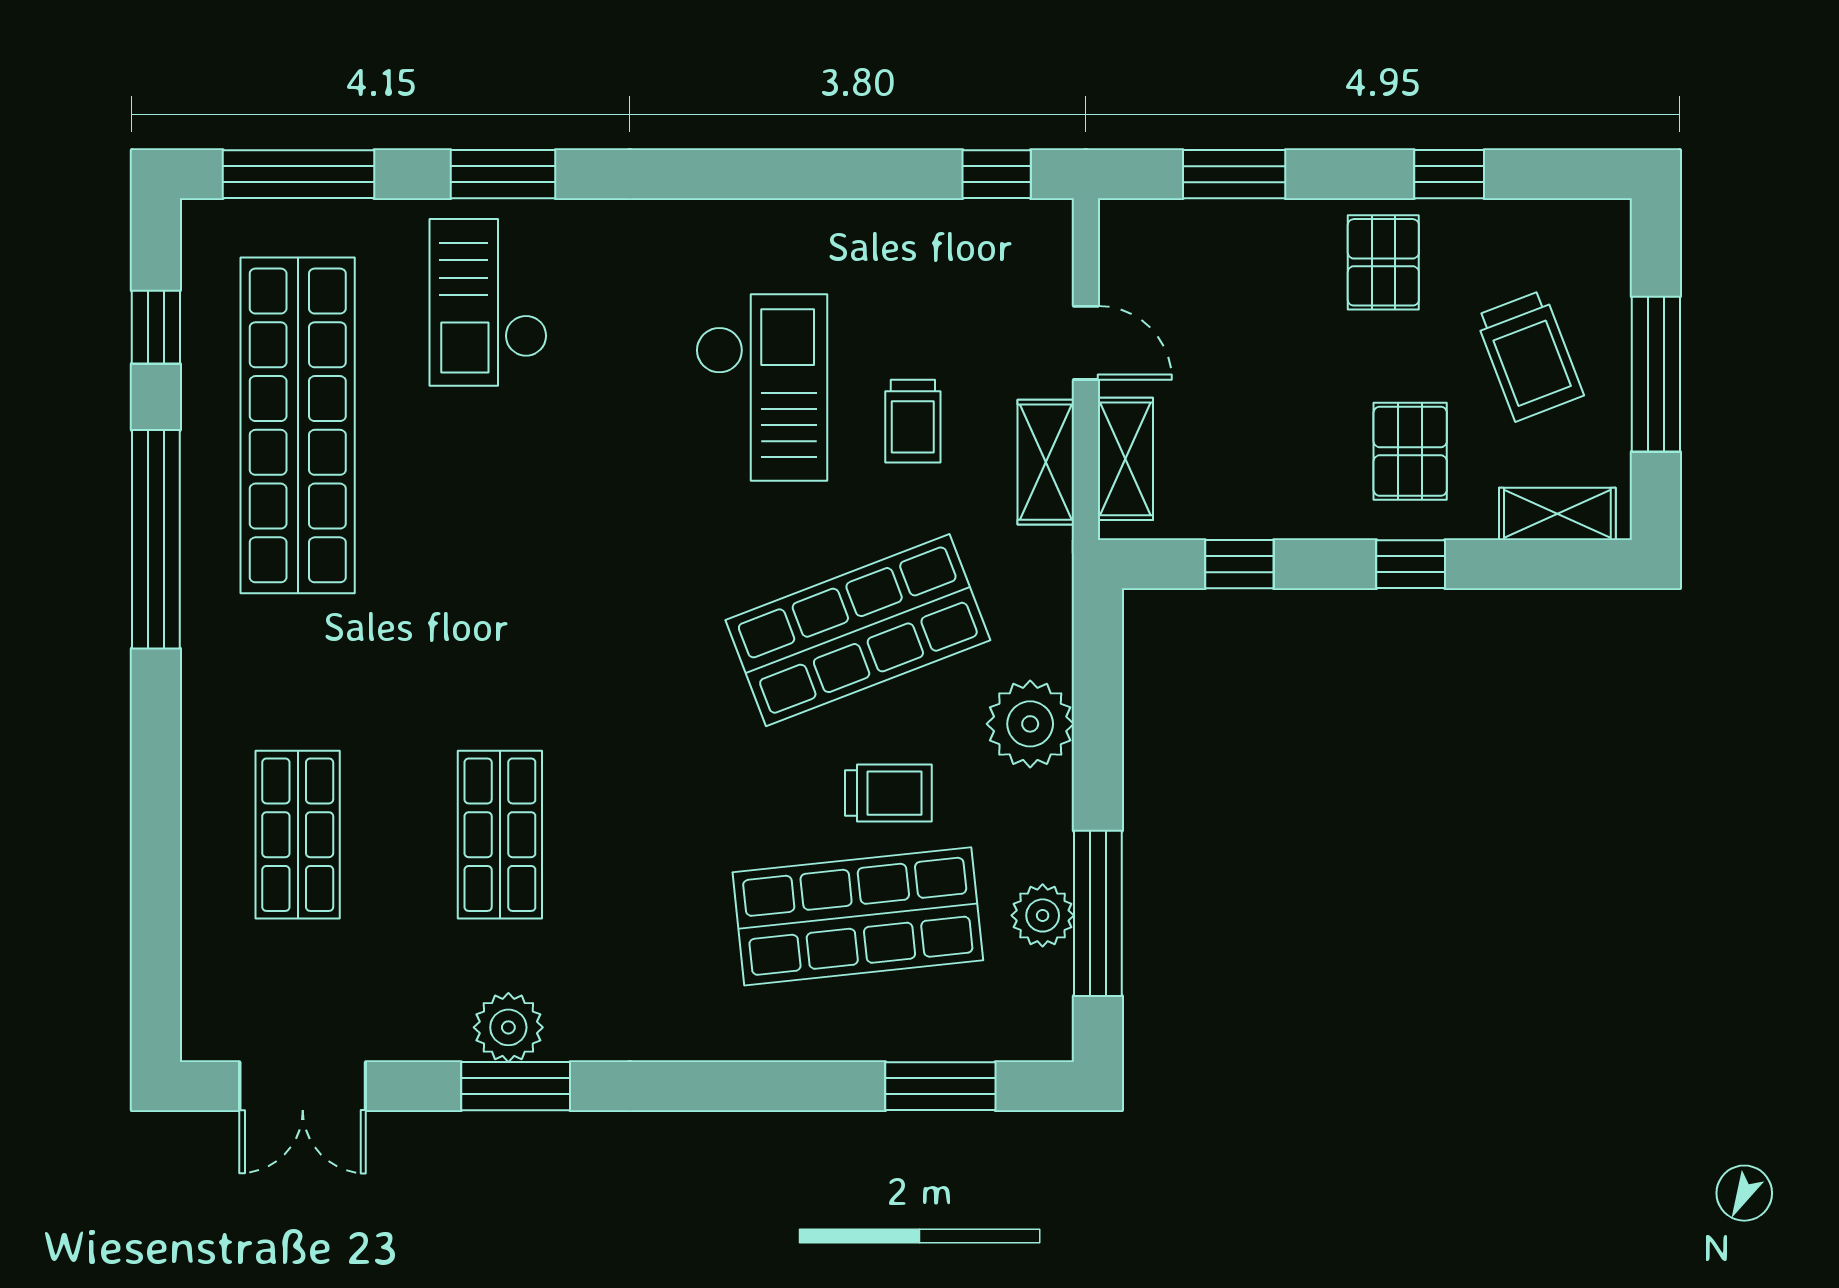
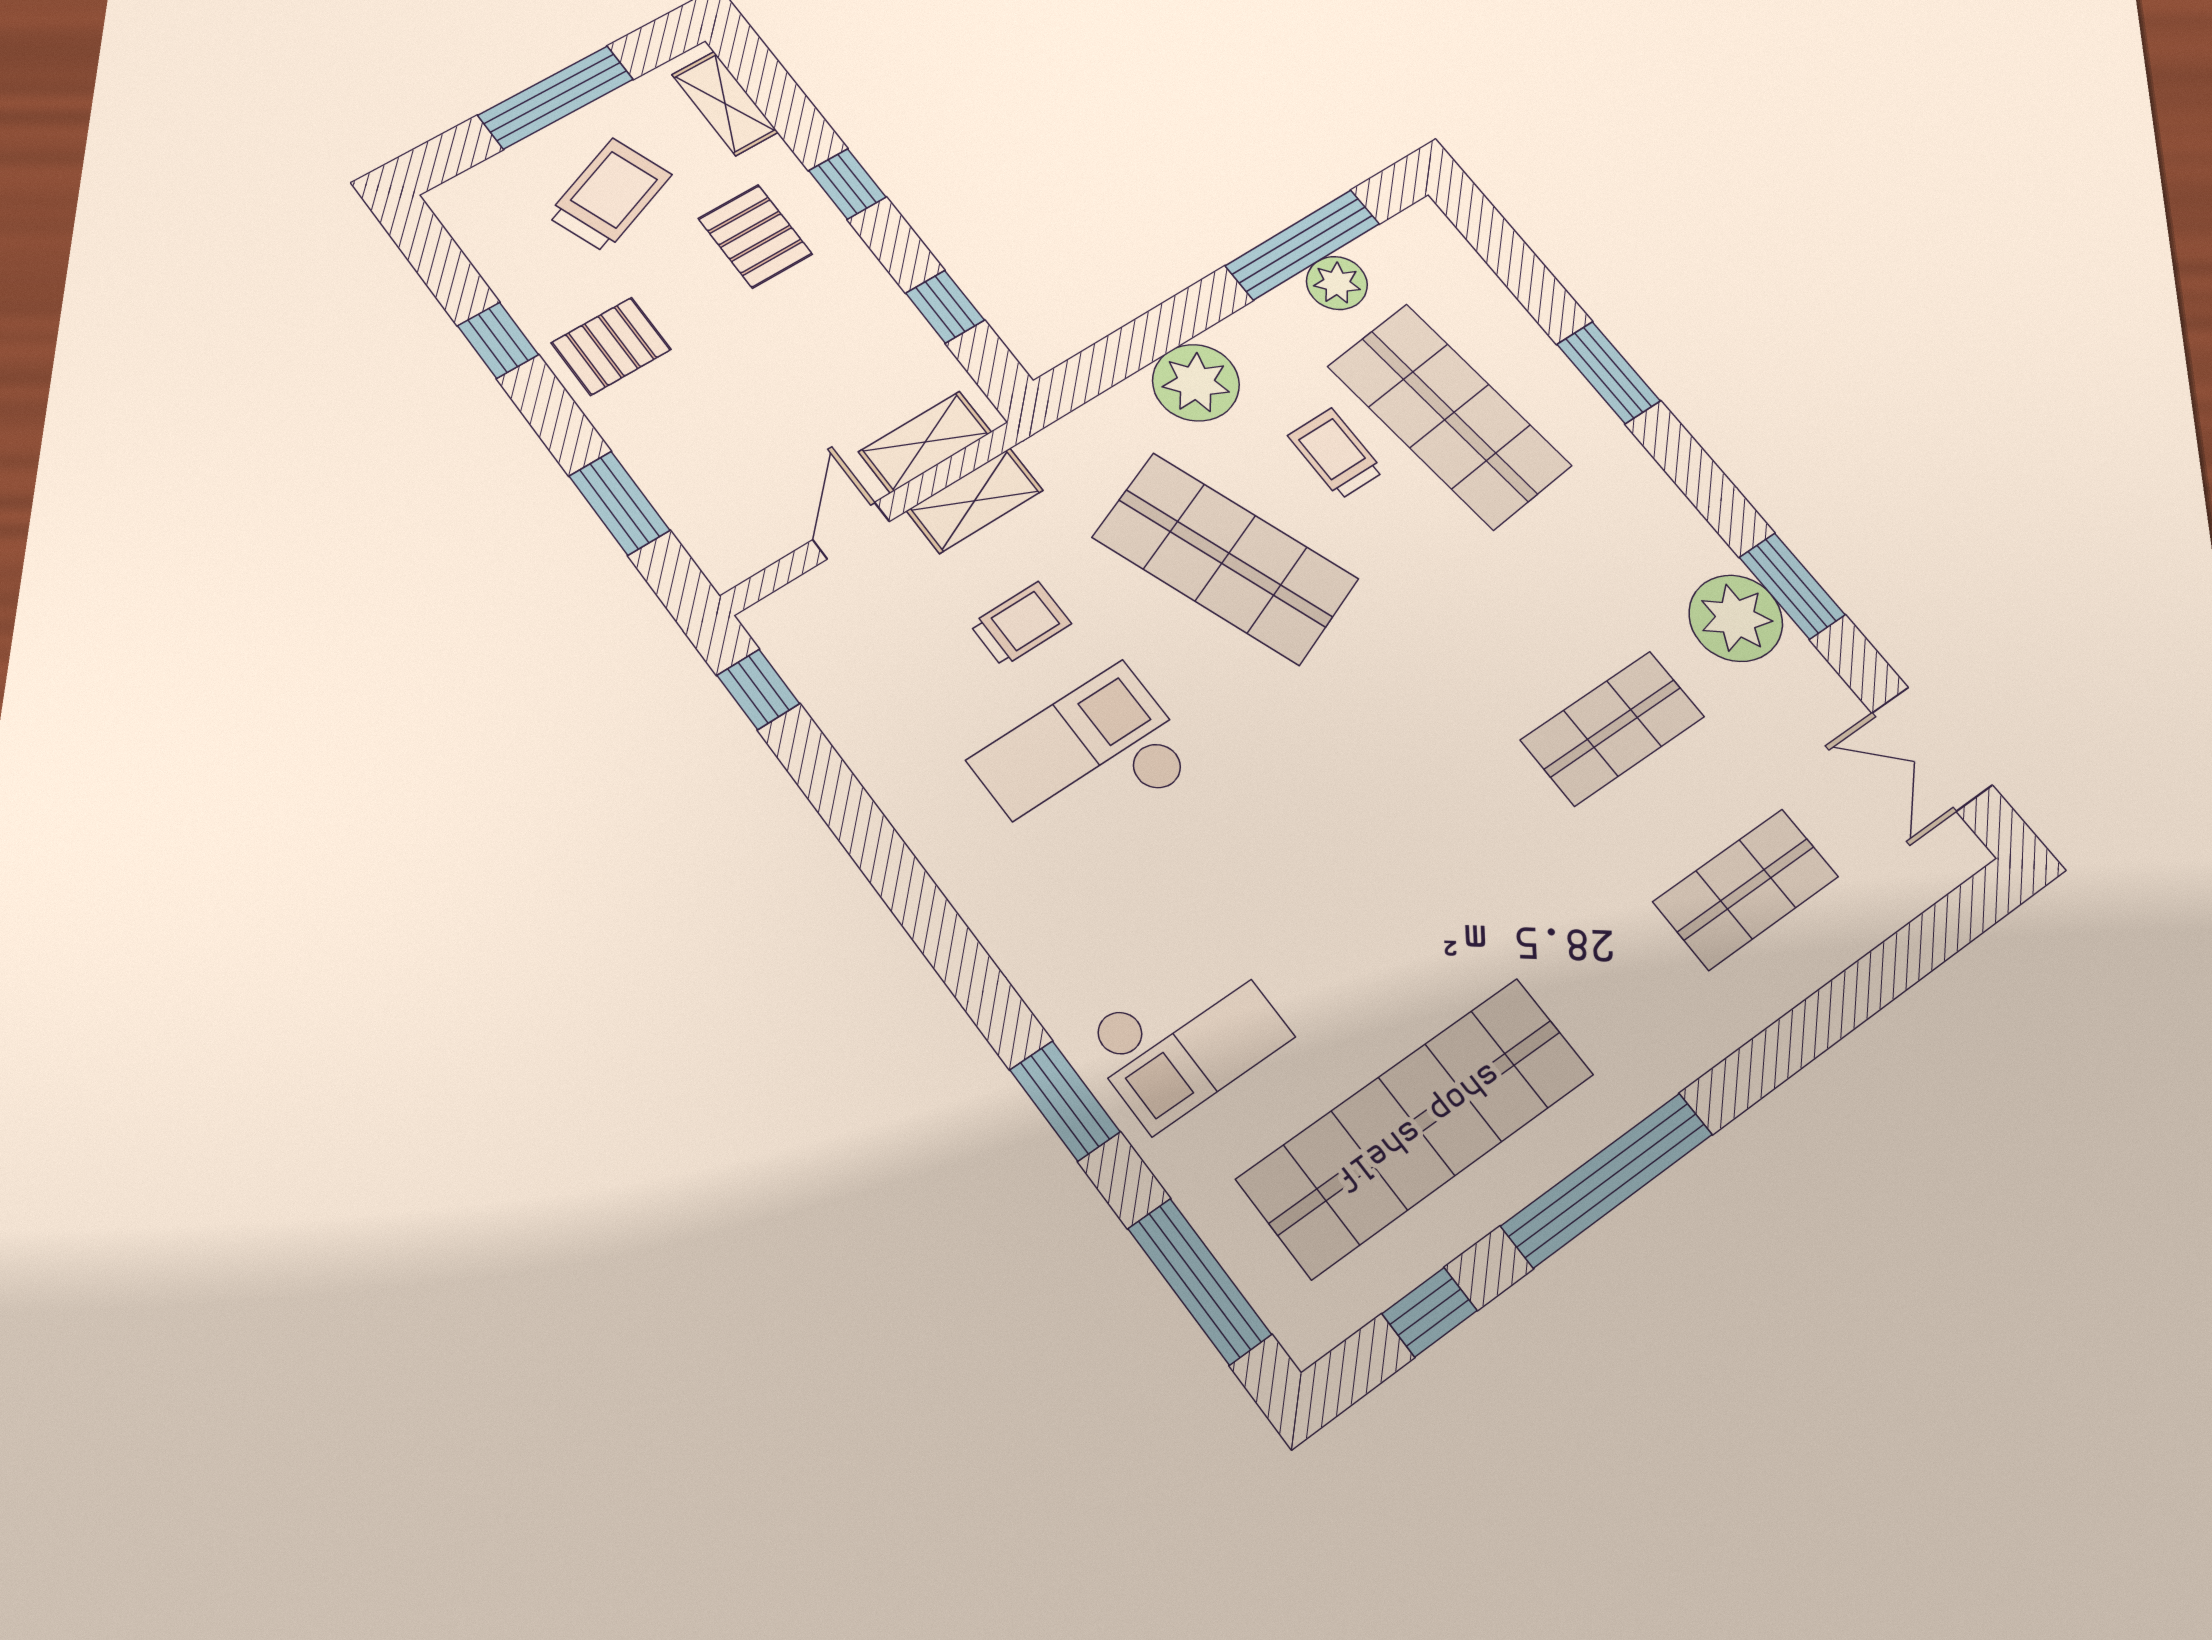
pallet: (1410, 451) -> (755, 236), turned 90
plant: (508, 1027) -> (1736, 618), width x1.36, depth x1.36
double door: (303, 1086) -> (1932, 749), swing flipped
window: (940, 1086) -> (1609, 372), moved

